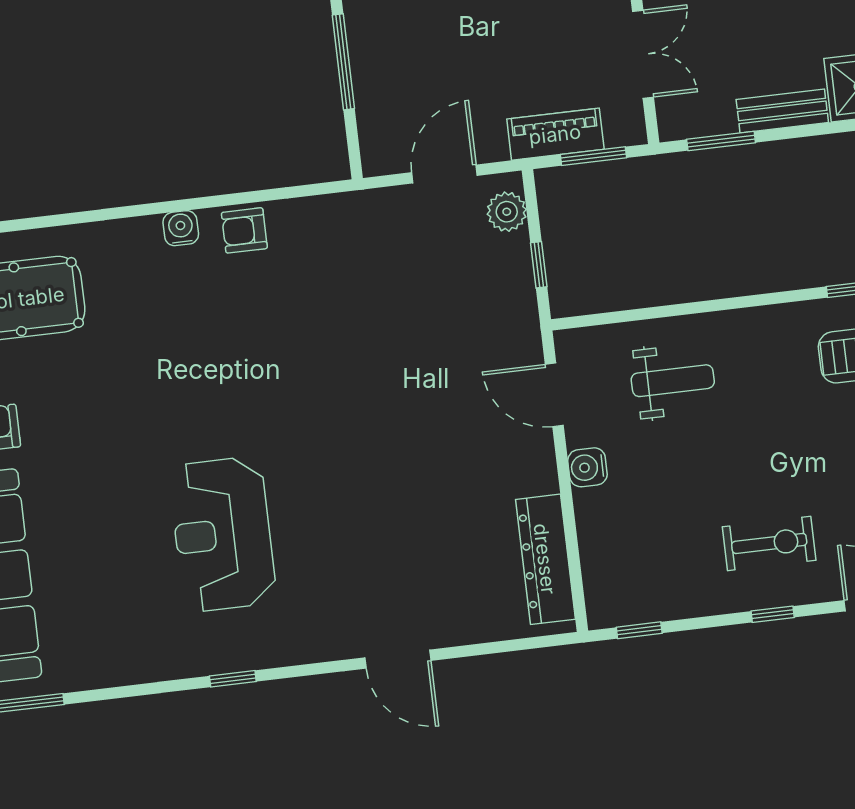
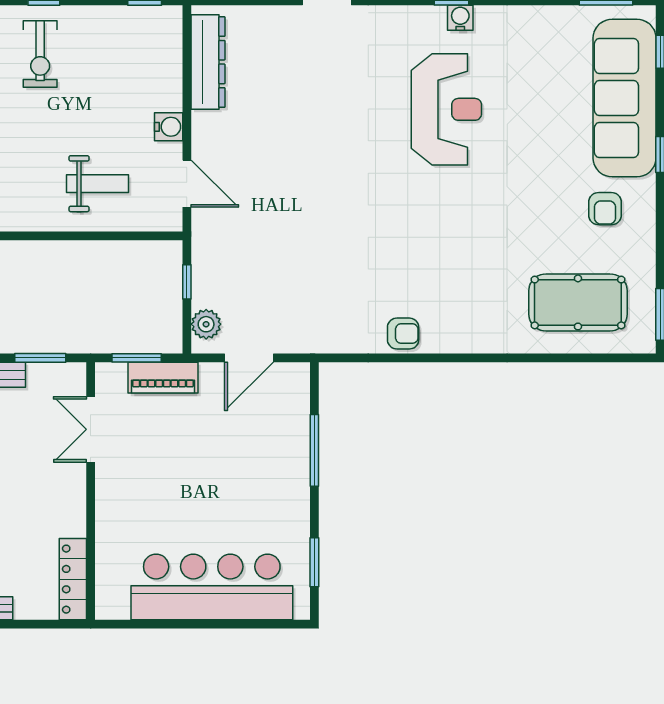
water cooler: (181, 228) -> (460, 18), moved, turned 180
weight bench: (673, 381) -> (97, 184), turned 180
exercise bike: (769, 543) -> (40, 54), turned -90

